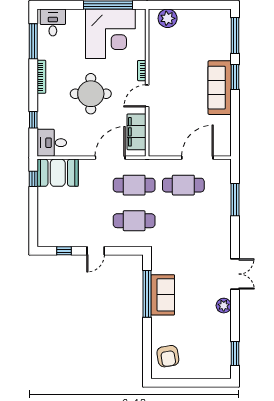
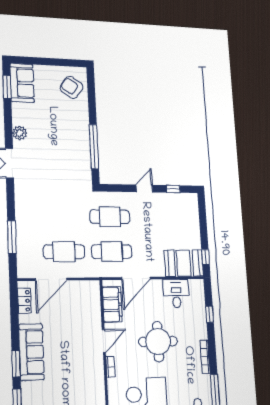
locker: (225, 137) -> (24, 301), added
desk: (52, 143) -> (176, 293), moved, turned -90
sofa: (163, 295) -> (22, 83), moved, turned 180
armchair: (168, 356) -> (72, 87), turned -46

